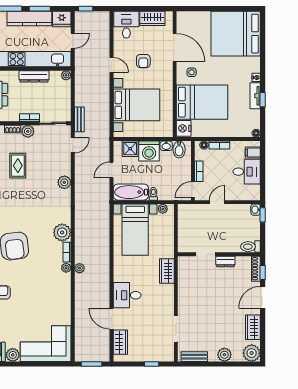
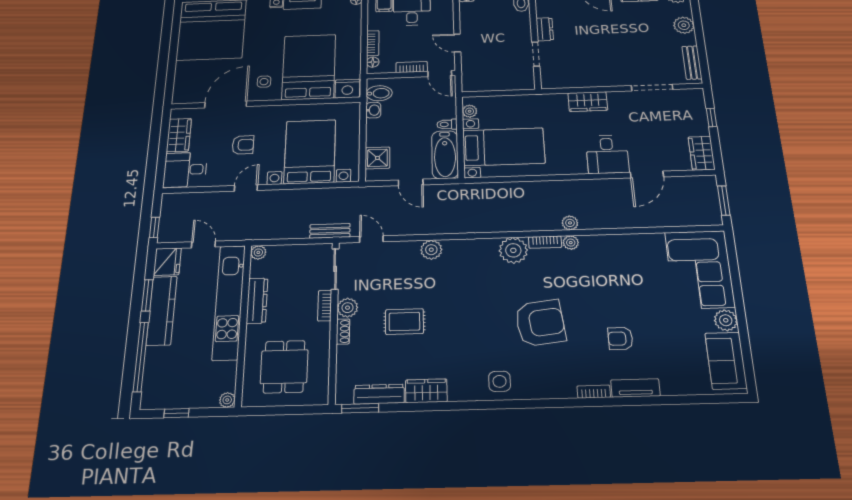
washing machine: (149, 151) -> (381, 132), removed
wardrobe: (167, 271) -> (588, 102), moved
wardrobe: (120, 342) -> (702, 153), moved, turned -90

